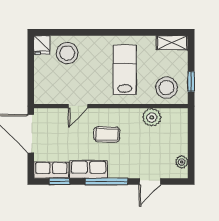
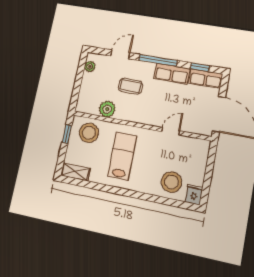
lab bench: (125, 70) -> (122, 156), turned 180
coffee table: (107, 134) -> (130, 86), moved

